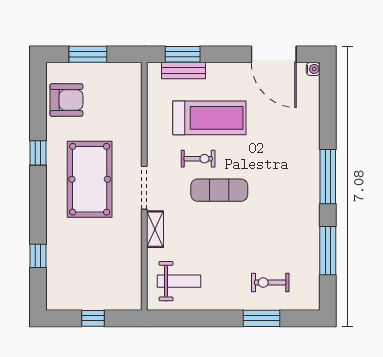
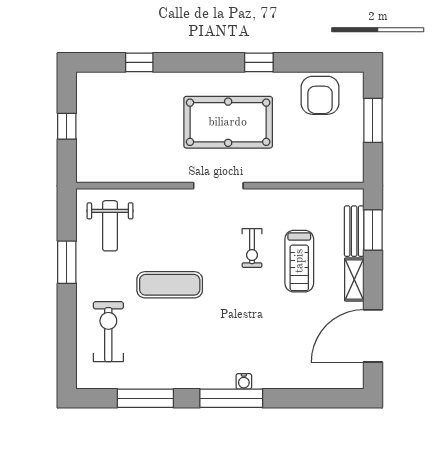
water cooler: (313, 69) -> (244, 381), moved
treadmill: (209, 118) -> (299, 261), width x0.73, depth x0.73
exercise mat: (219, 190) -> (170, 285), moved, turned 90
shelving: (155, 229) -> (354, 280), moved, turned 90
exercise bike: (270, 283) -> (108, 332), width x1.38, depth x1.39
window: (261, 318) -> (67, 262), moved

